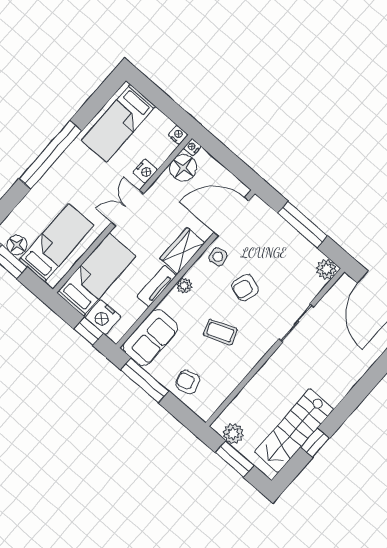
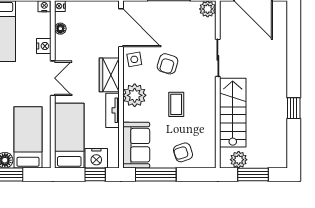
floor lamp: (183, 168) -> (60, 29), width x0.53, depth x0.53
double door: (127, 208) -> (53, 78), swing flipped
door: (231, 217) -> (121, 28), swing flipped
plant: (184, 286) -> (135, 95), width x1.88, depth x1.88
coffee table: (220, 332) -> (176, 104), turned -68
stairs: (294, 431) -> (233, 113), moved, turned 180
window: (315, 443) -> (294, 108), moved

